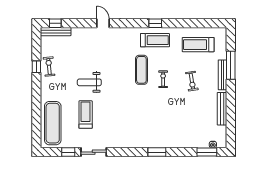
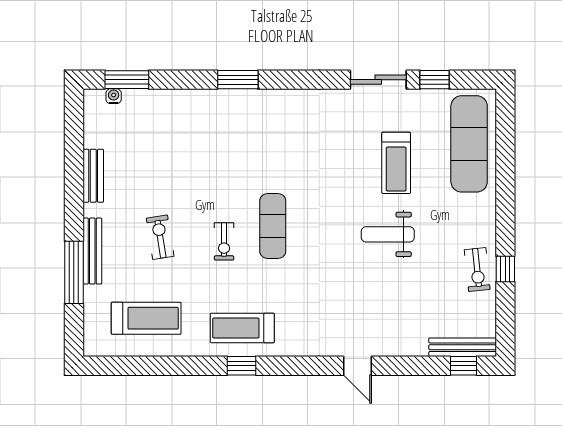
exercise mat: (141, 70) -> (273, 226), moved
weight bench: (89, 82) -> (388, 234), turned 180
bench: (222, 109) -> (93, 176), width x0.73

